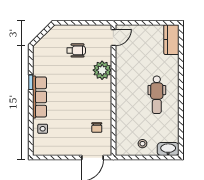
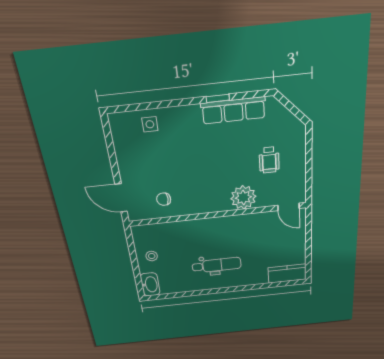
dental chair: (157, 95) -> (217, 265), turned 180
row of seats: (39, 97) -> (233, 110), moved

